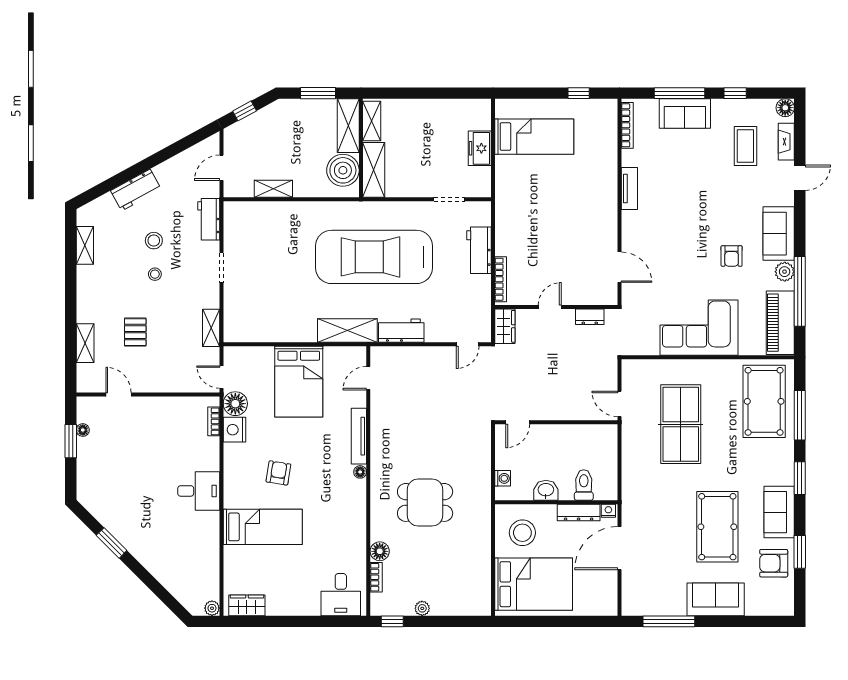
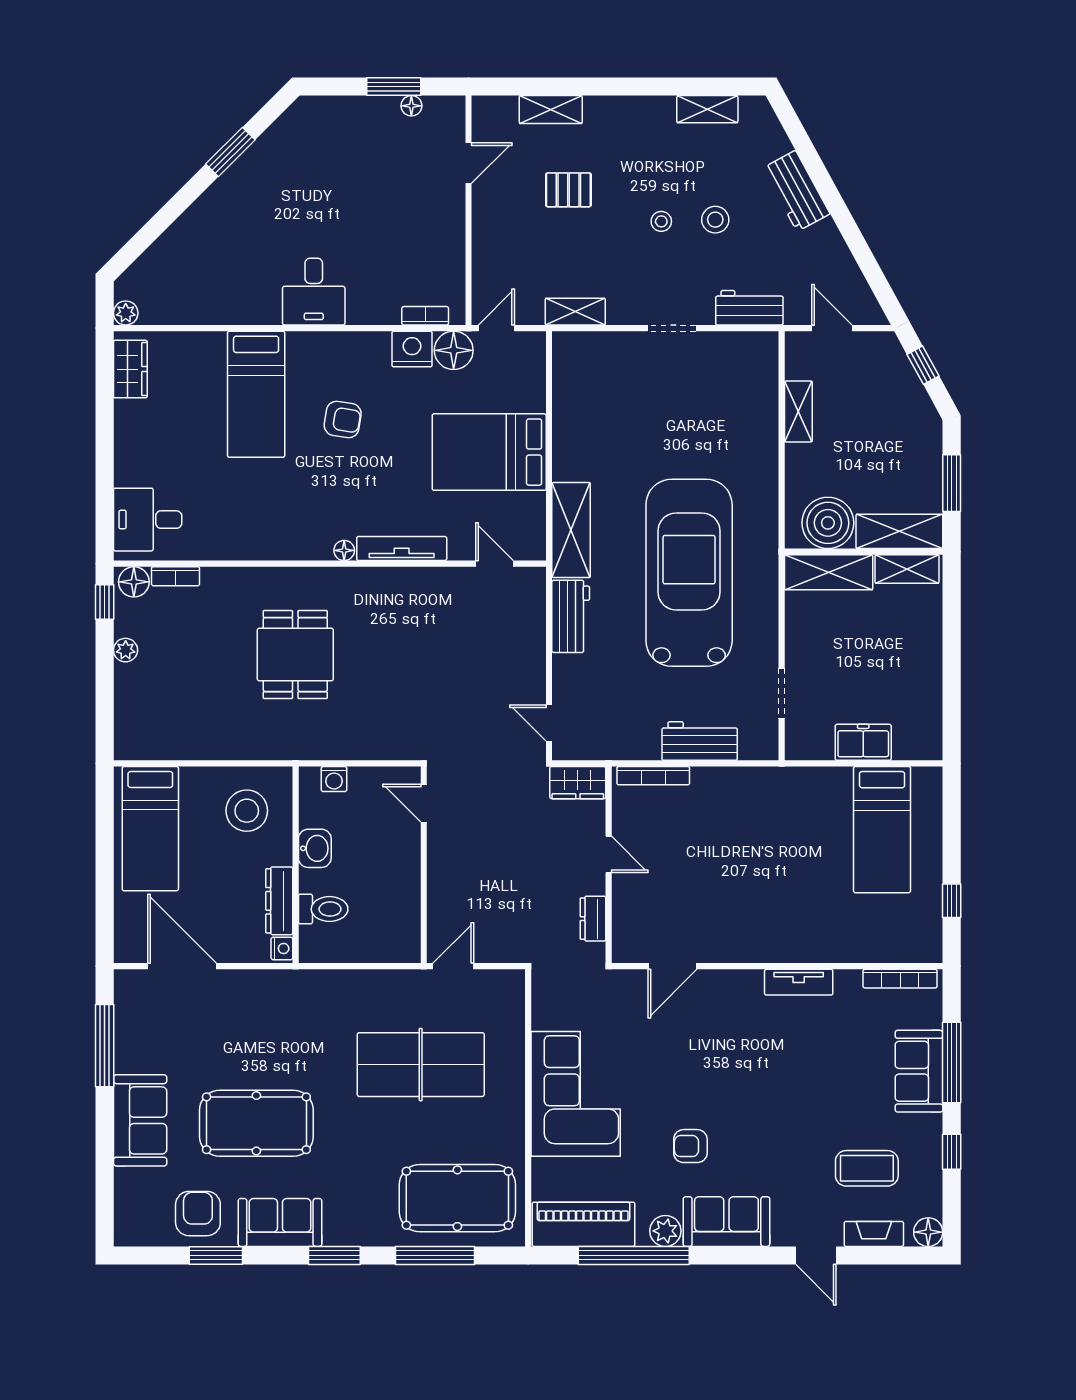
door: (619, 548) -> (182, 966), moved
floor lamp: (380, 551) -> (134, 582), moved
bed: (534, 584) -> (150, 829), width x0.67

